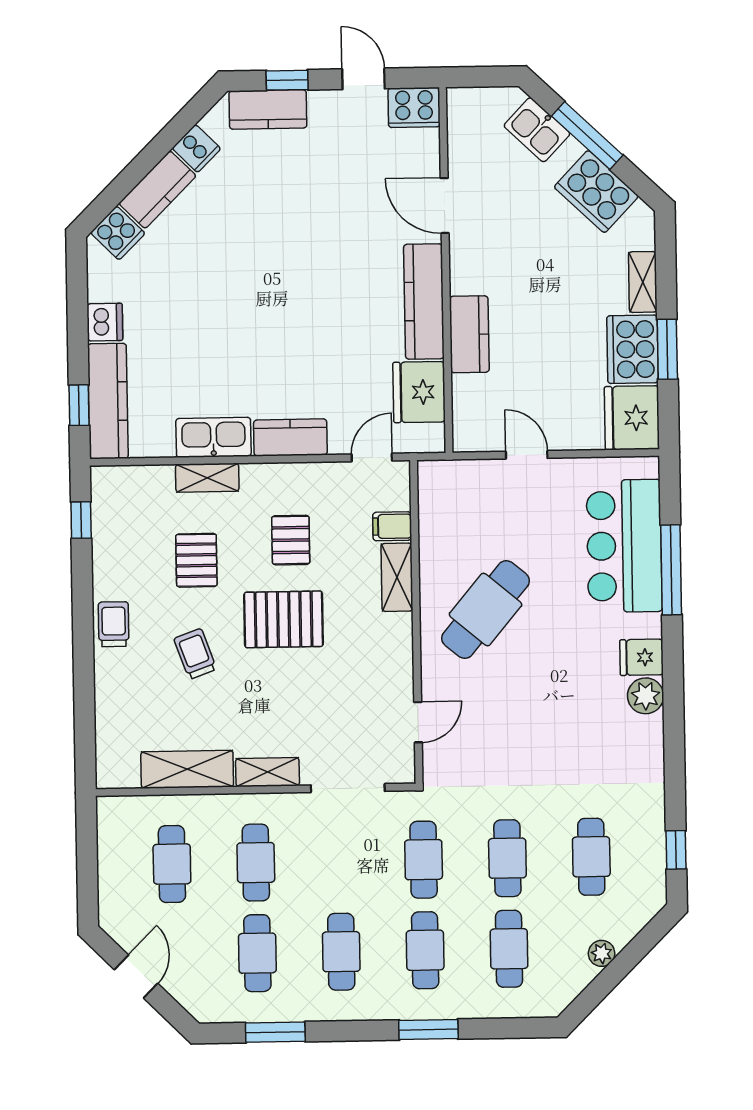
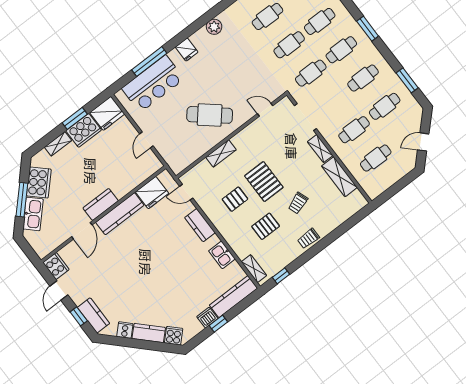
kitchen sink: (537, 130) -> (33, 214), width x1.38
kitchen counter: (469, 334) -> (101, 204), moved
window: (79, 405) -> (218, 324), moved
kitchen sink: (213, 437) -> (222, 255), width x0.73
shelving: (207, 478) -> (254, 269), moved
filing cabinet: (392, 526) -> (205, 168), removed
plant: (646, 696) -> (214, 27), moved

